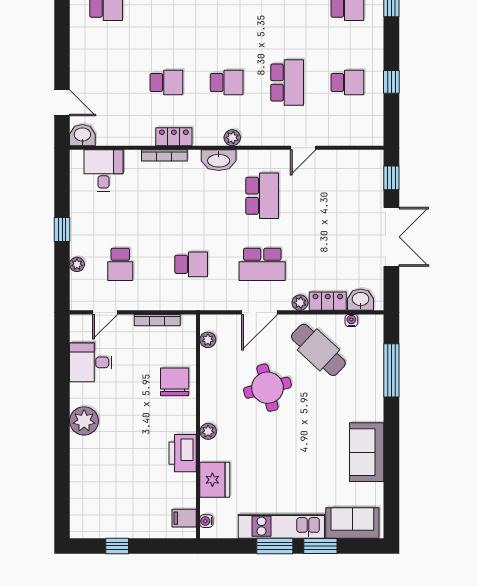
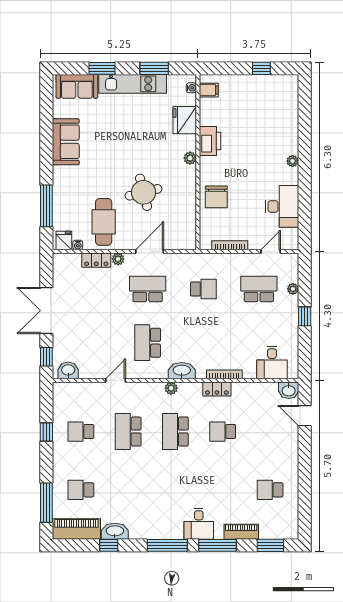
school desk: (227, 82) -> (175, 432), width x1.85
school desk: (120, 264) -> (259, 289), width x1.85
school desk: (191, 264) -> (203, 289), turned 180
washbasin: (361, 300) -> (68, 370), moved, turned 180
fridge: (369, 326) -> (64, 240), added
plant: (208, 340) -> (190, 230), removed
cafe table: (318, 350) -> (104, 222), turned 47
desk: (91, 362) -> (282, 206), width x1.37
plant: (84, 421) -> (293, 161), width x0.53, depth x0.53
window: (275, 546) -> (154, 68), moved

